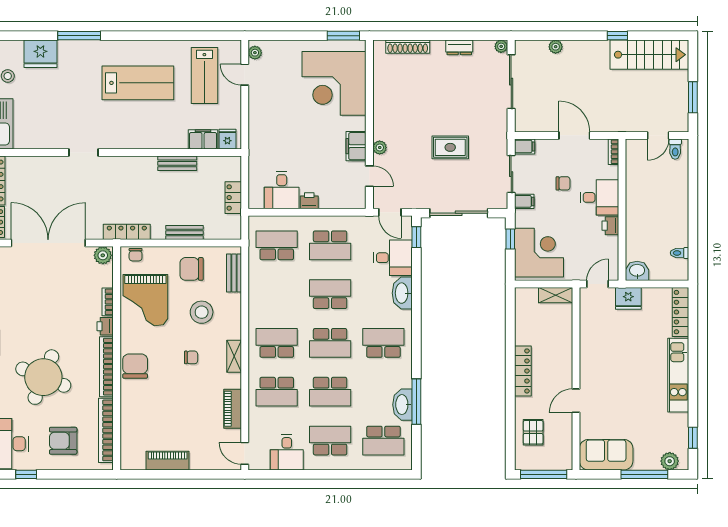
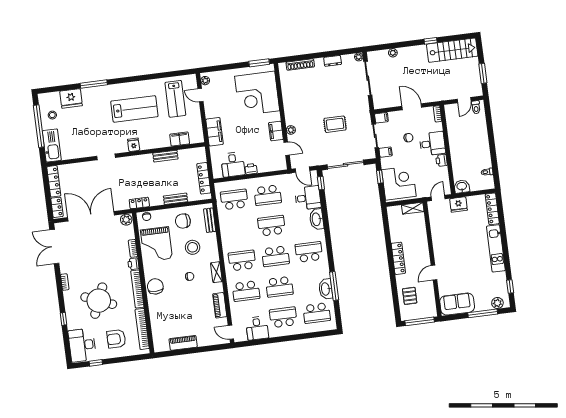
filing cabinet: (259, 135) -> (215, 132), added
fridge: (227, 139) -> (134, 145), moved
locker: (233, 198) -> (204, 178), width x1.53
locker: (127, 232) -> (139, 203), width x0.66

